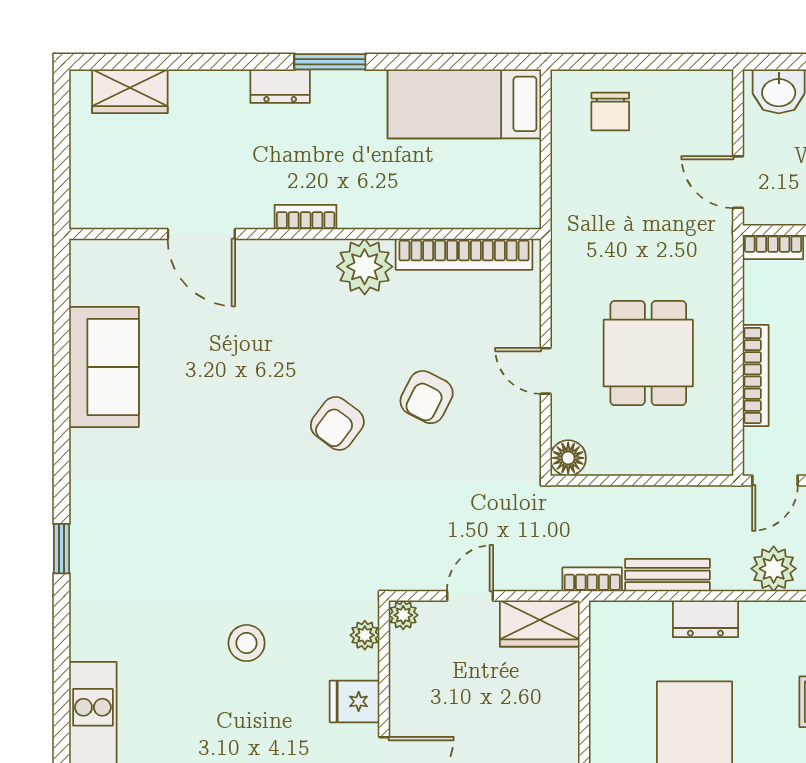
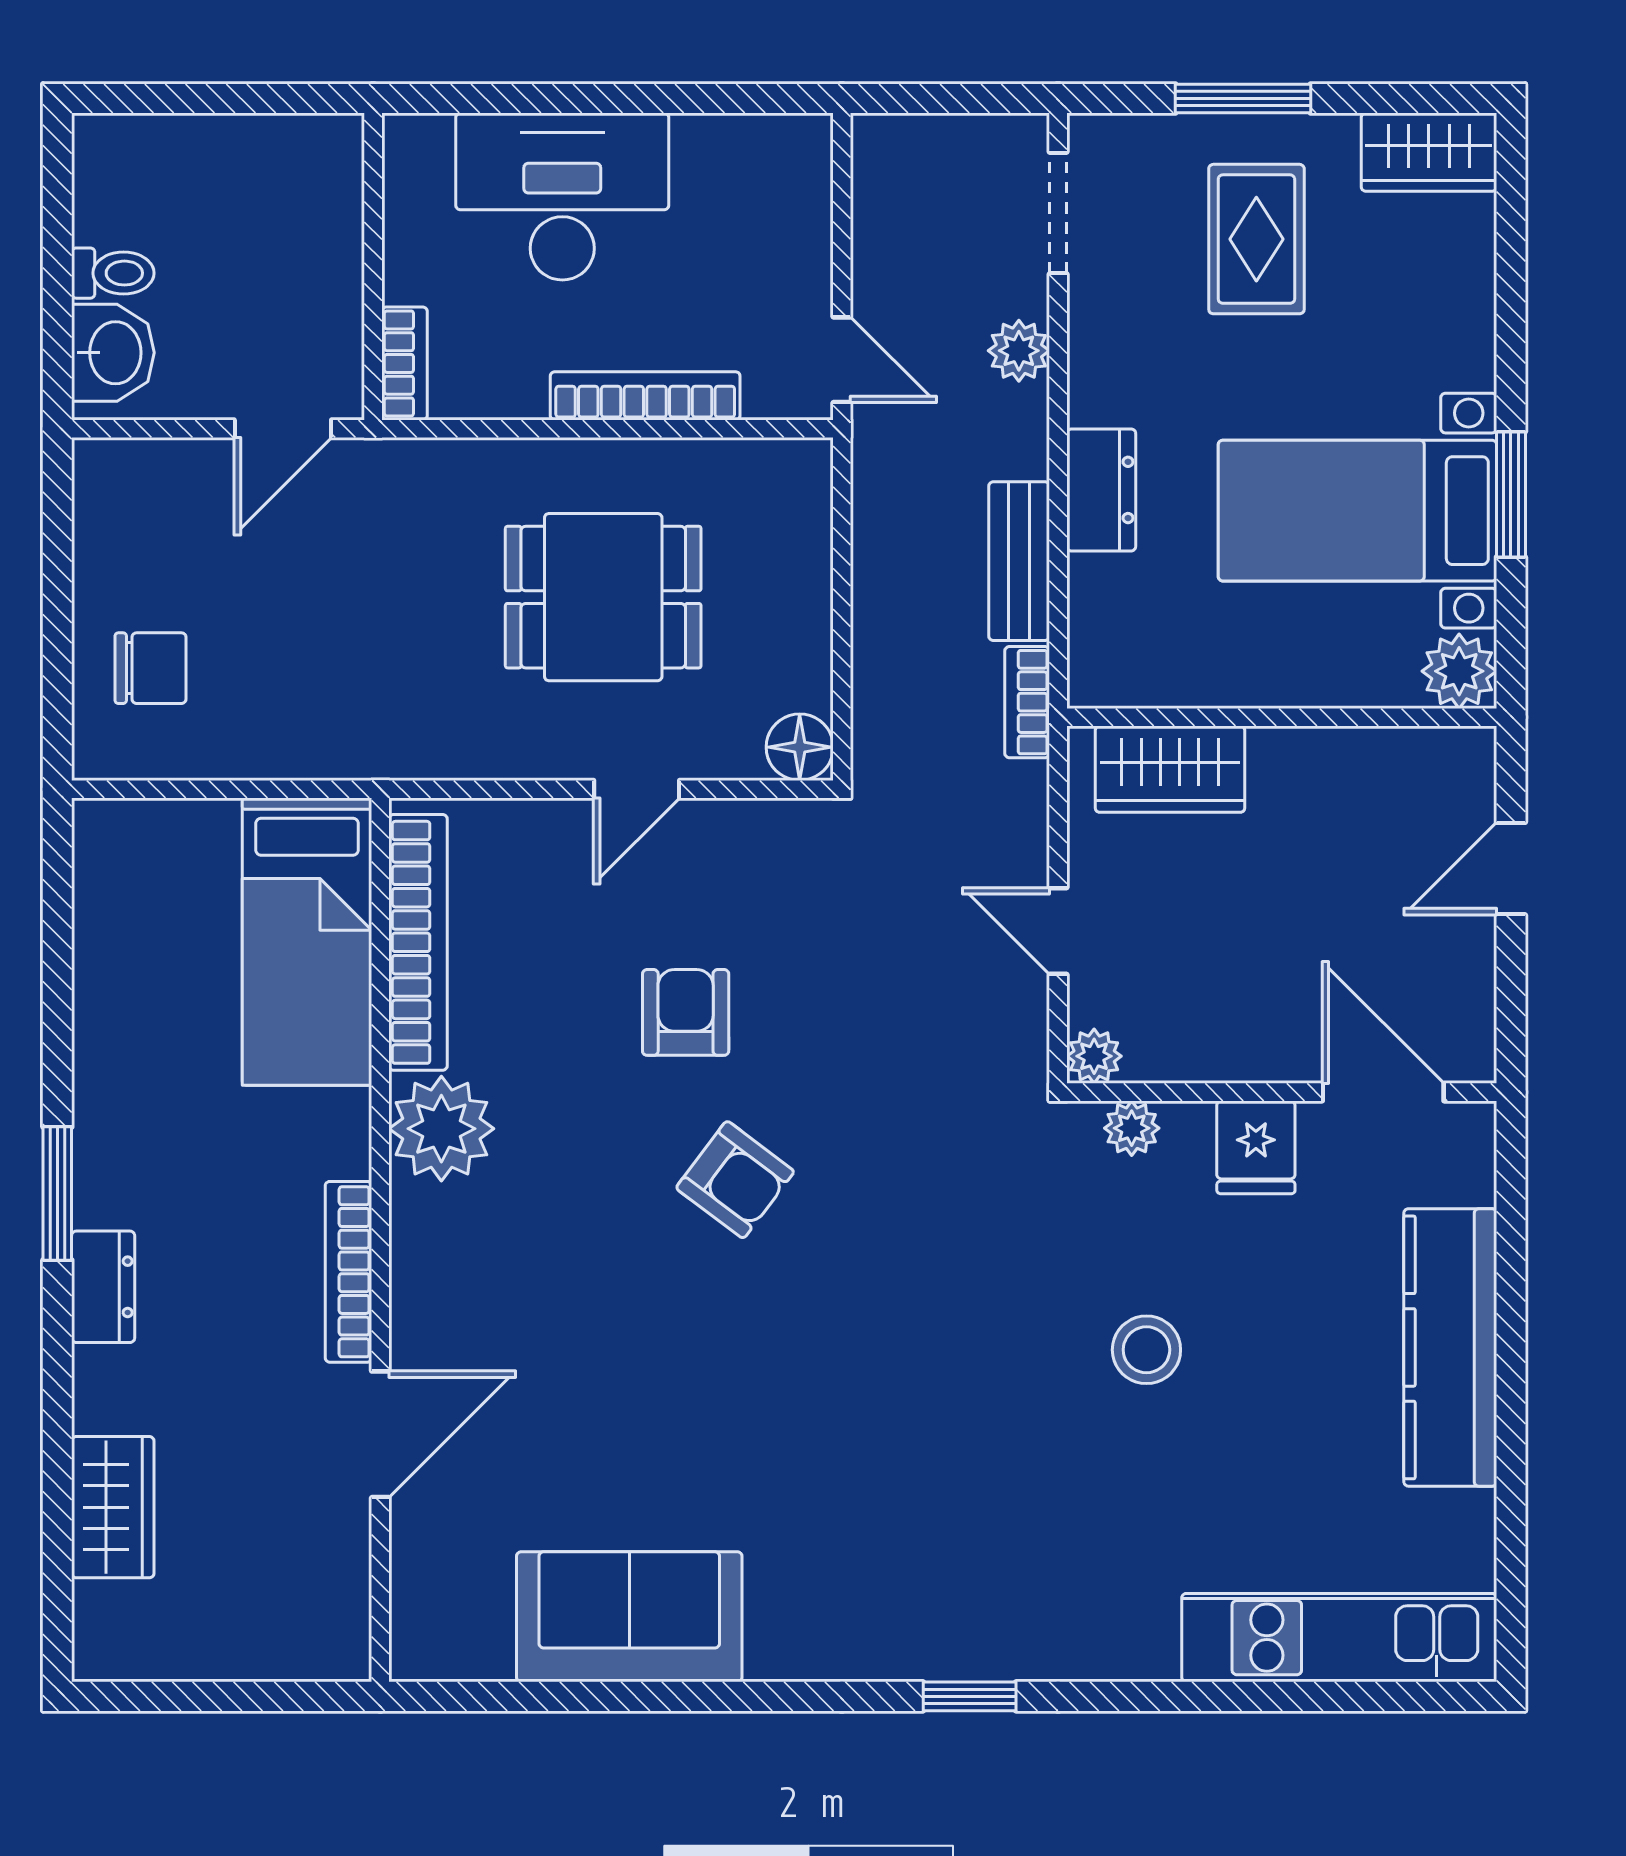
wardrobe: (130, 91) -> (113, 1507), moved
bed: (464, 104) -> (307, 942), moved
bookcase: (306, 217) -> (349, 1272), width x1.56
armchair: (427, 397) -> (686, 1012), turned -117
plant: (774, 569) -> (1019, 351), width x0.73, depth x0.73
wardrobe: (540, 624) -> (1170, 769), moved, turned 90

